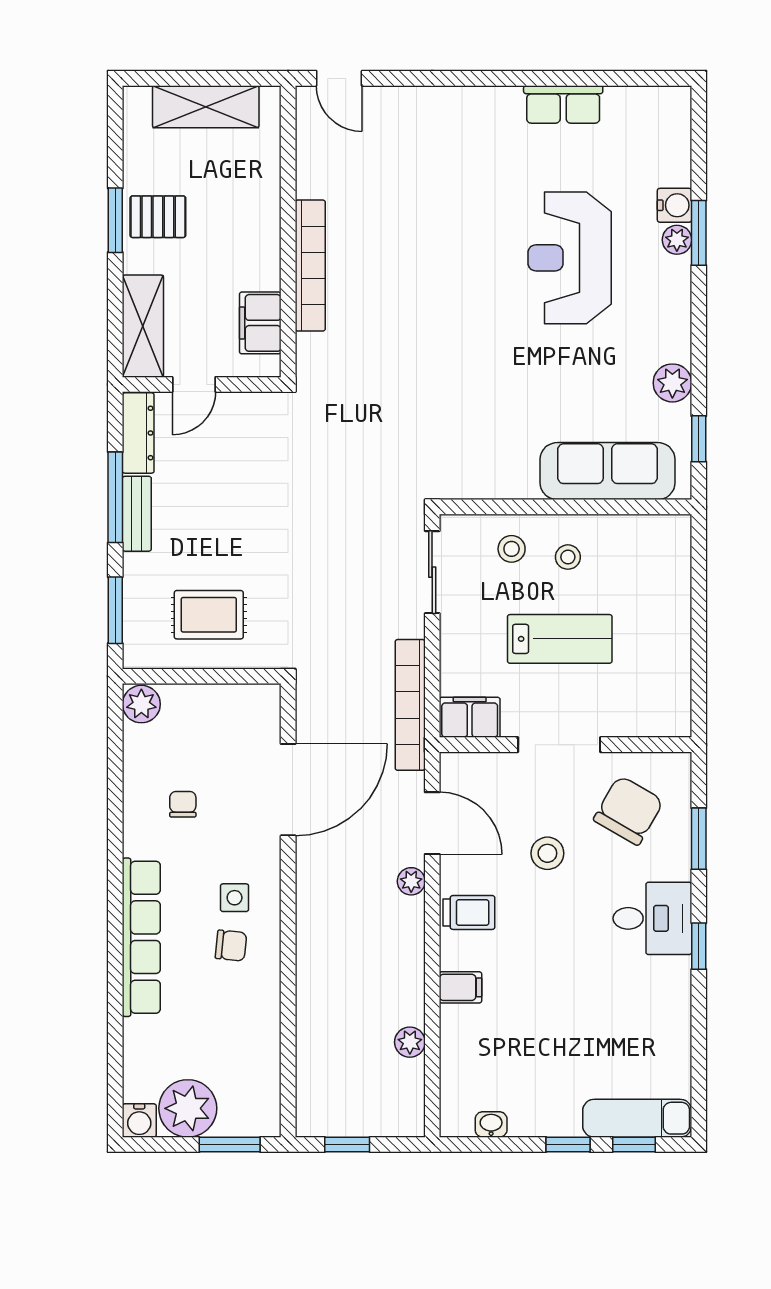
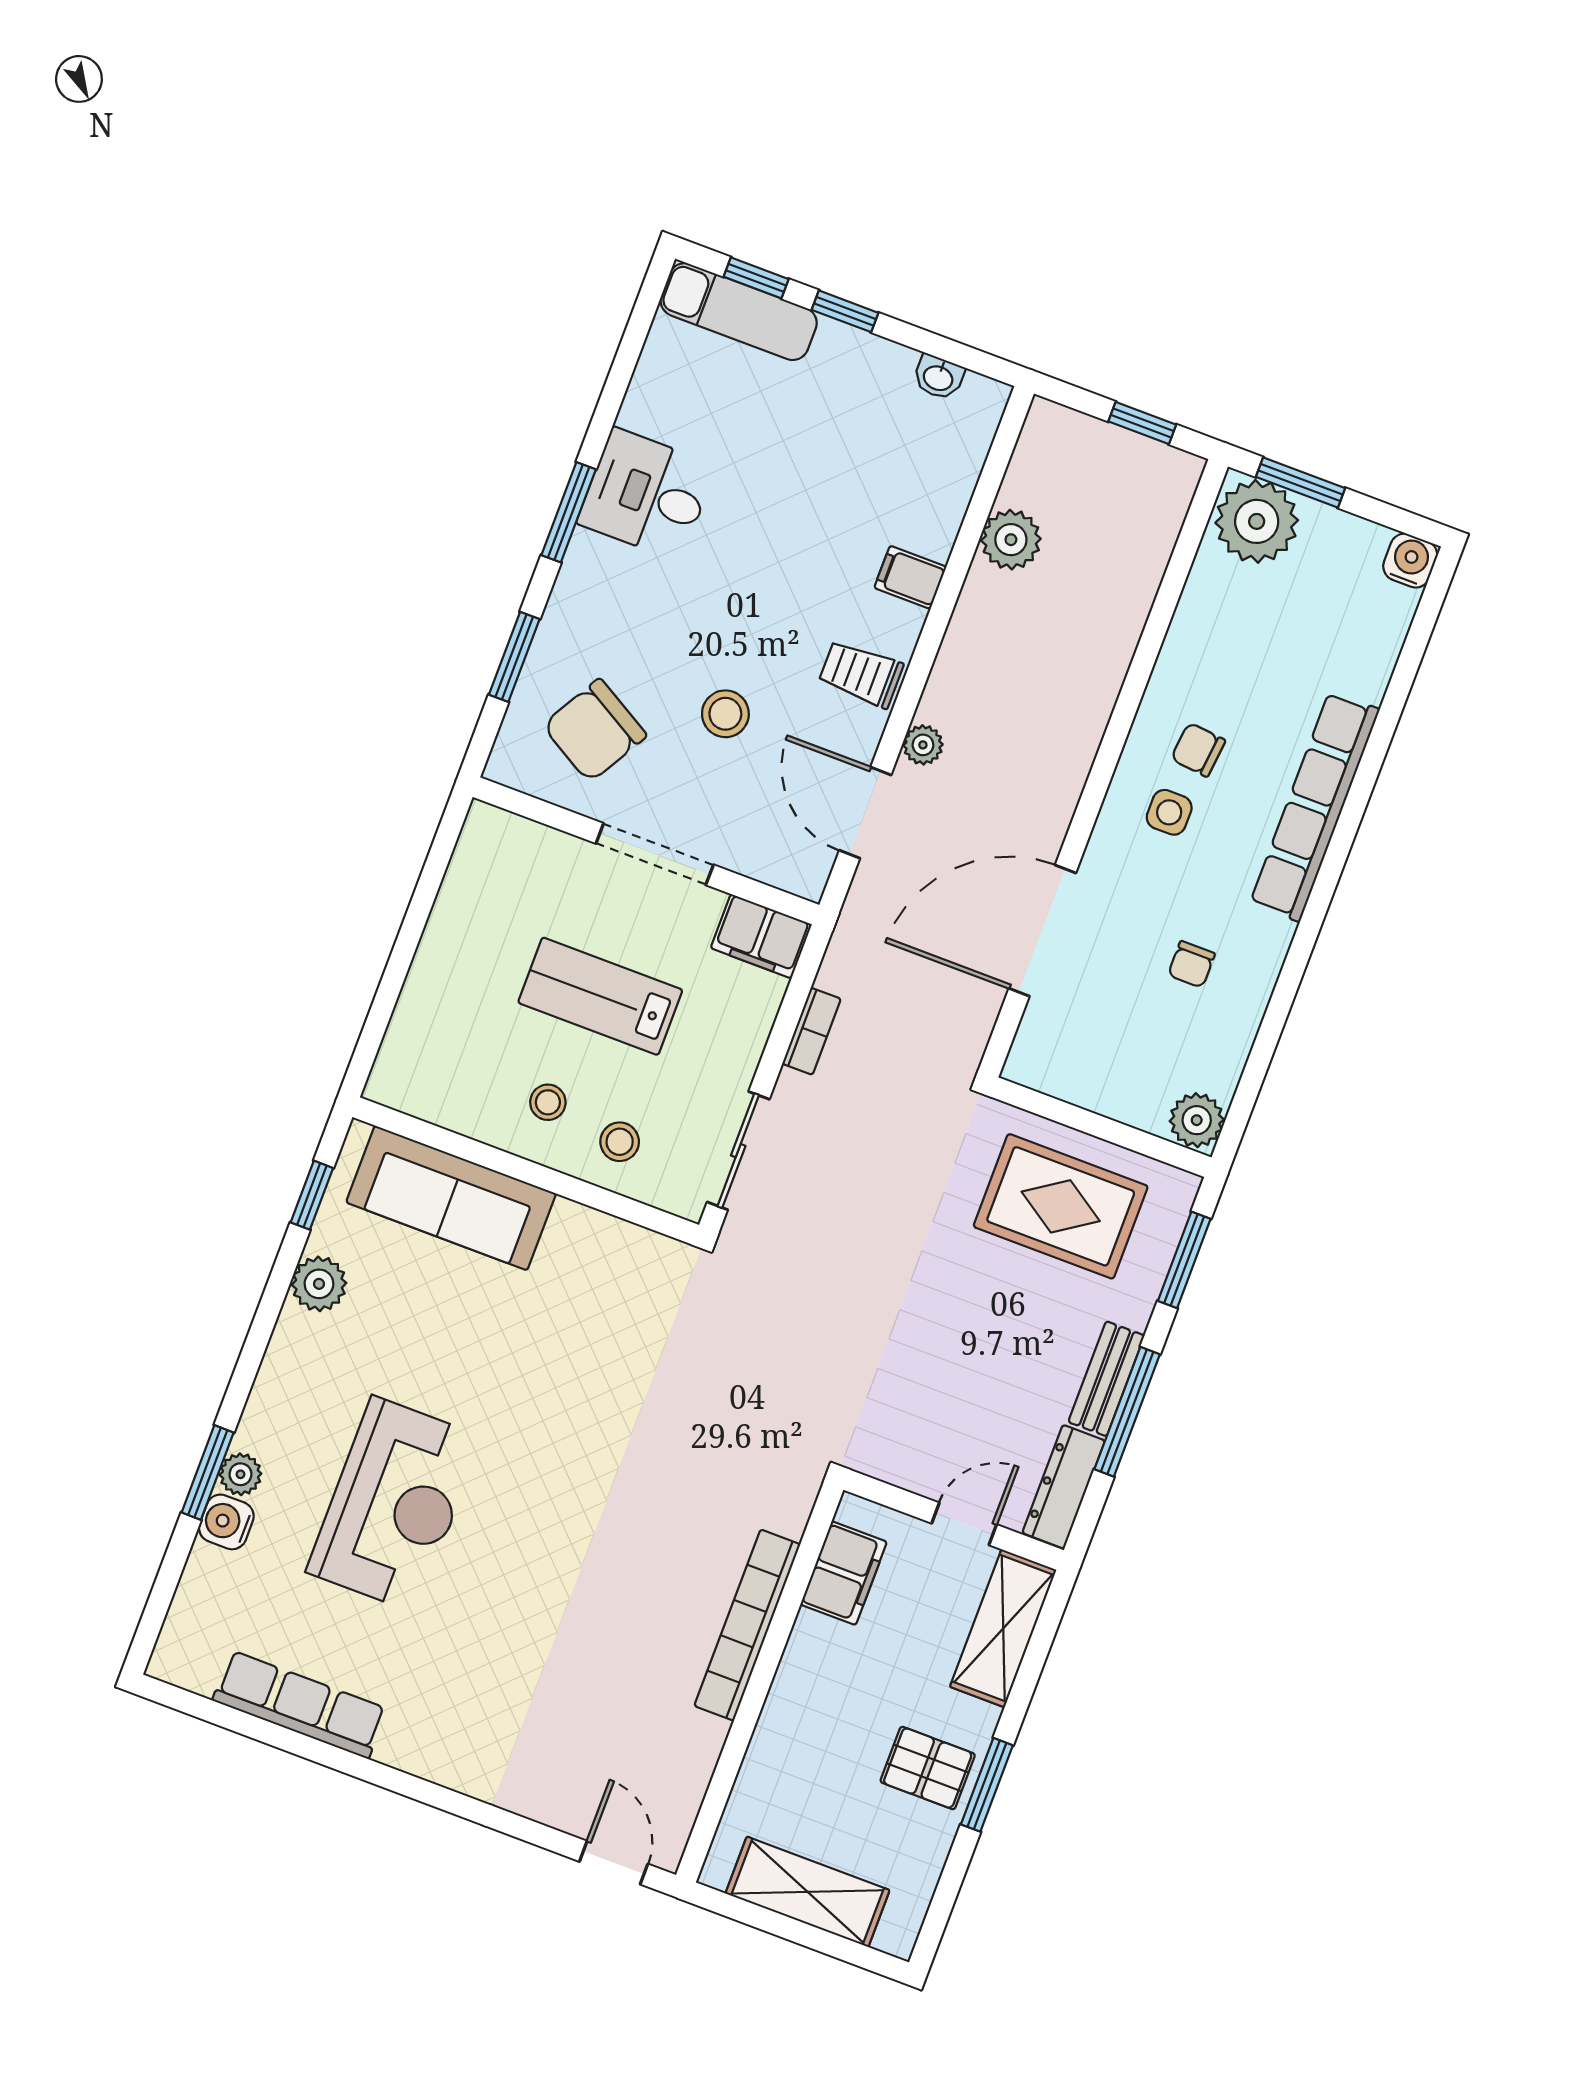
row of seats: (563, 104) -> (300, 1705), width x1.48
rug: (209, 615) -> (1061, 1206), width x1.36, depth x1.43
bookcase: (410, 705) -> (812, 1031), width x0.43, depth x0.76
desk: (652, 918) -> (647, 494), moved
window: (699, 946) -> (569, 512), width x1.50
plant: (410, 1042) -> (1011, 540), width x1.38, depth x1.38
plant: (188, 1108) -> (1257, 521), moved

